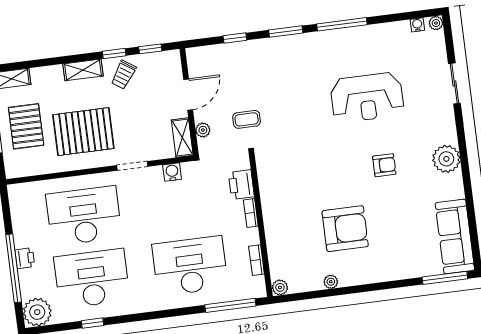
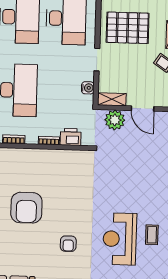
coffee table: (247, 119) -> (152, 235), moved
plant: (203, 130) -> (115, 120), width x1.88, depth x1.88
pallet: (83, 132) -> (128, 28), turned 90

